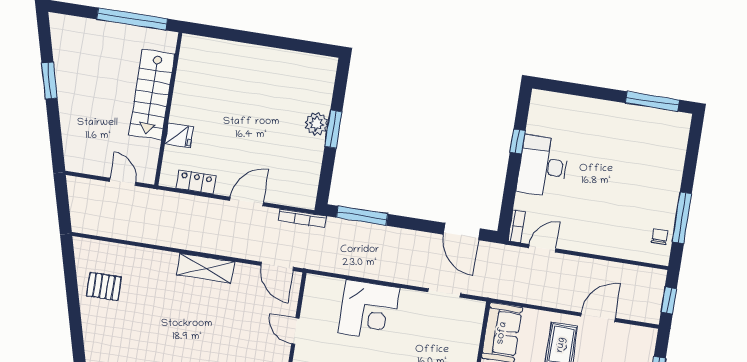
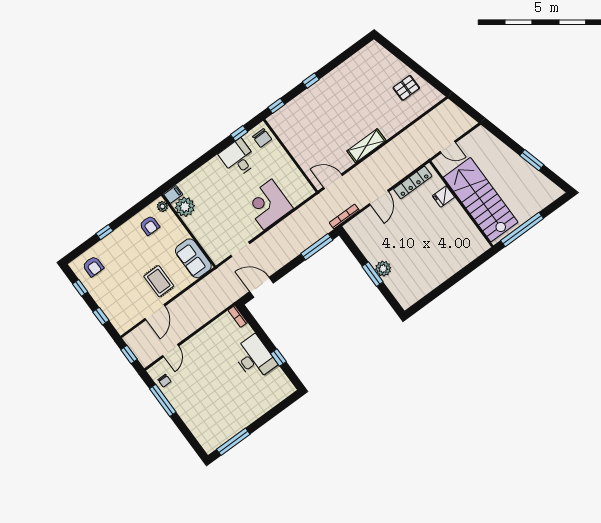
stairs: (152, 94) -> (481, 200), width x1.36, depth x1.51
locker: (196, 182) -> (413, 183), width x1.53
door: (542, 248) -> (171, 351), moved
door: (295, 331) -> (293, 159), removed

